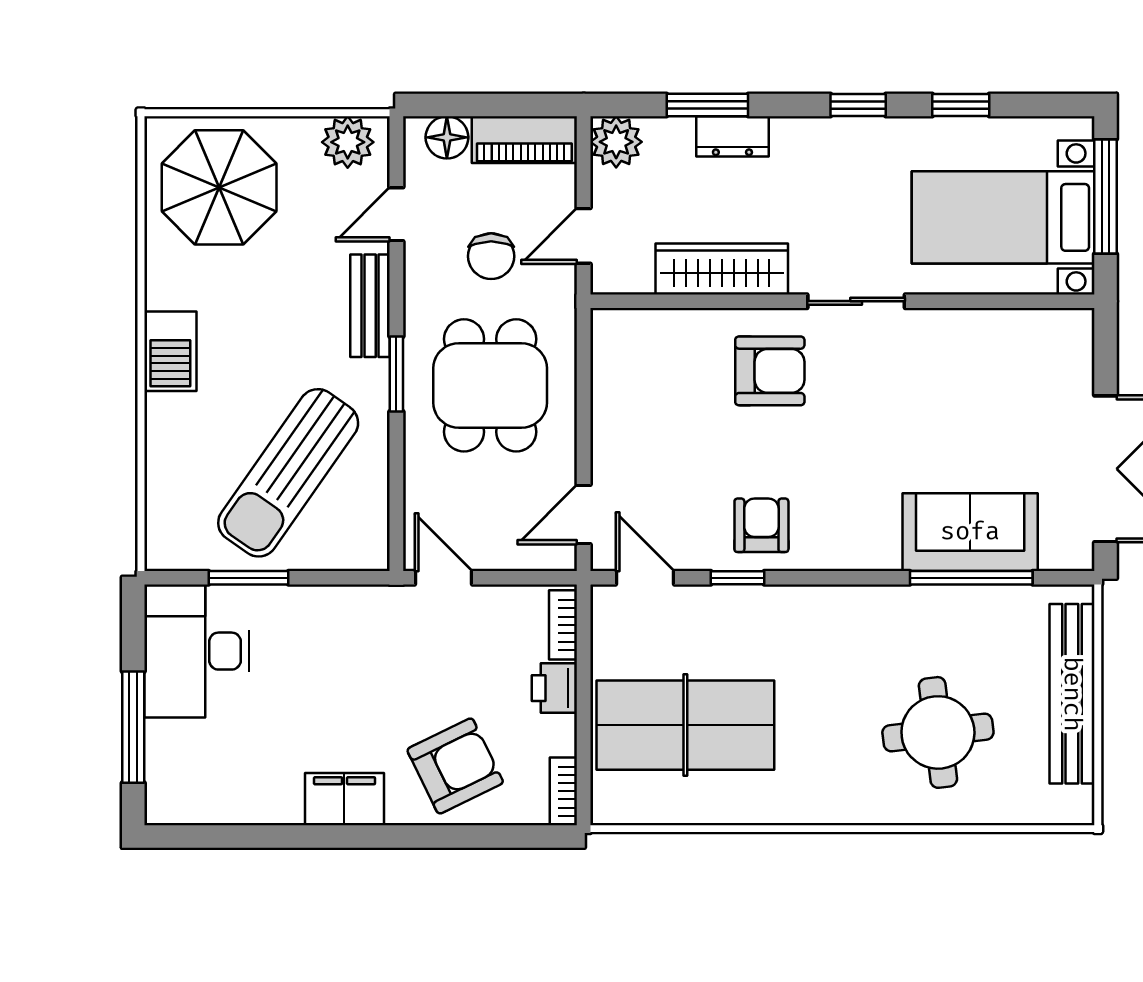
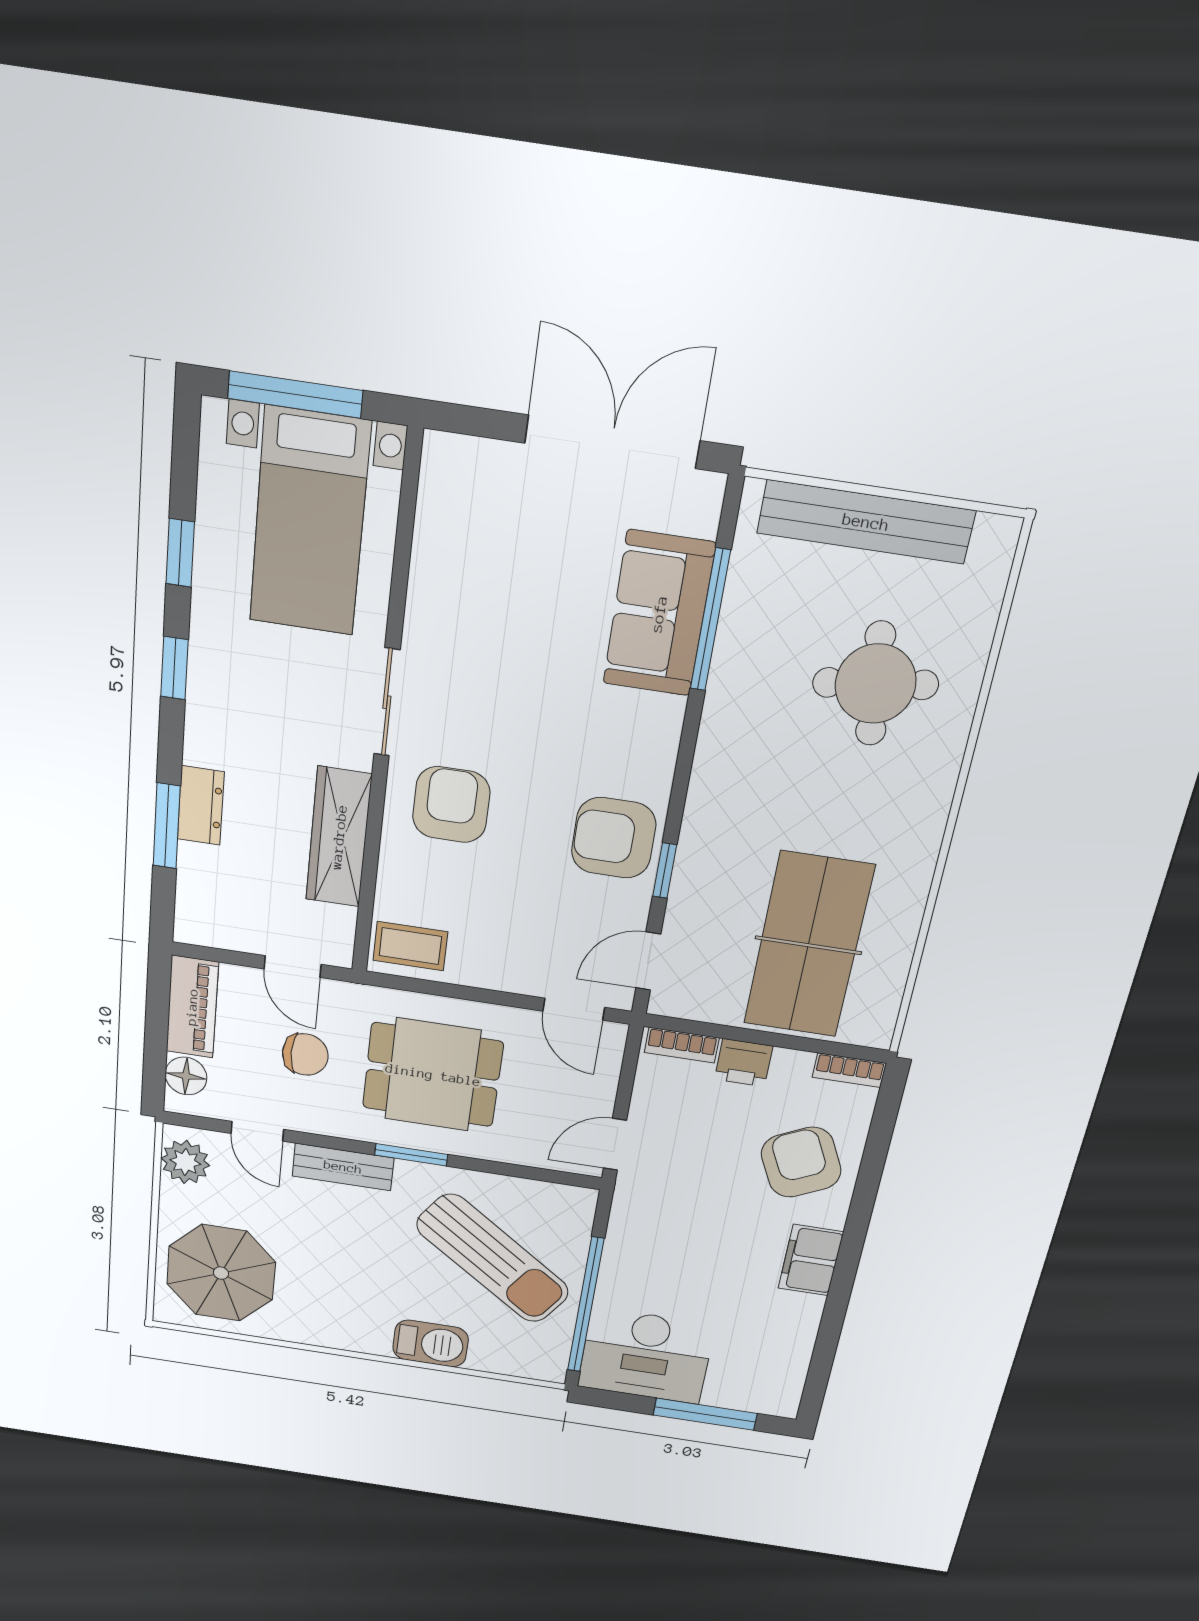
plant: (616, 142) -> (200, 921), removed
coffee table: (624, 348) -> (410, 946), added
barbecue: (170, 351) -> (430, 1344), moved
armchair: (761, 525) -> (614, 838), width x1.38, depth x1.38
window: (248, 578) -> (586, 1305), width x2.11

